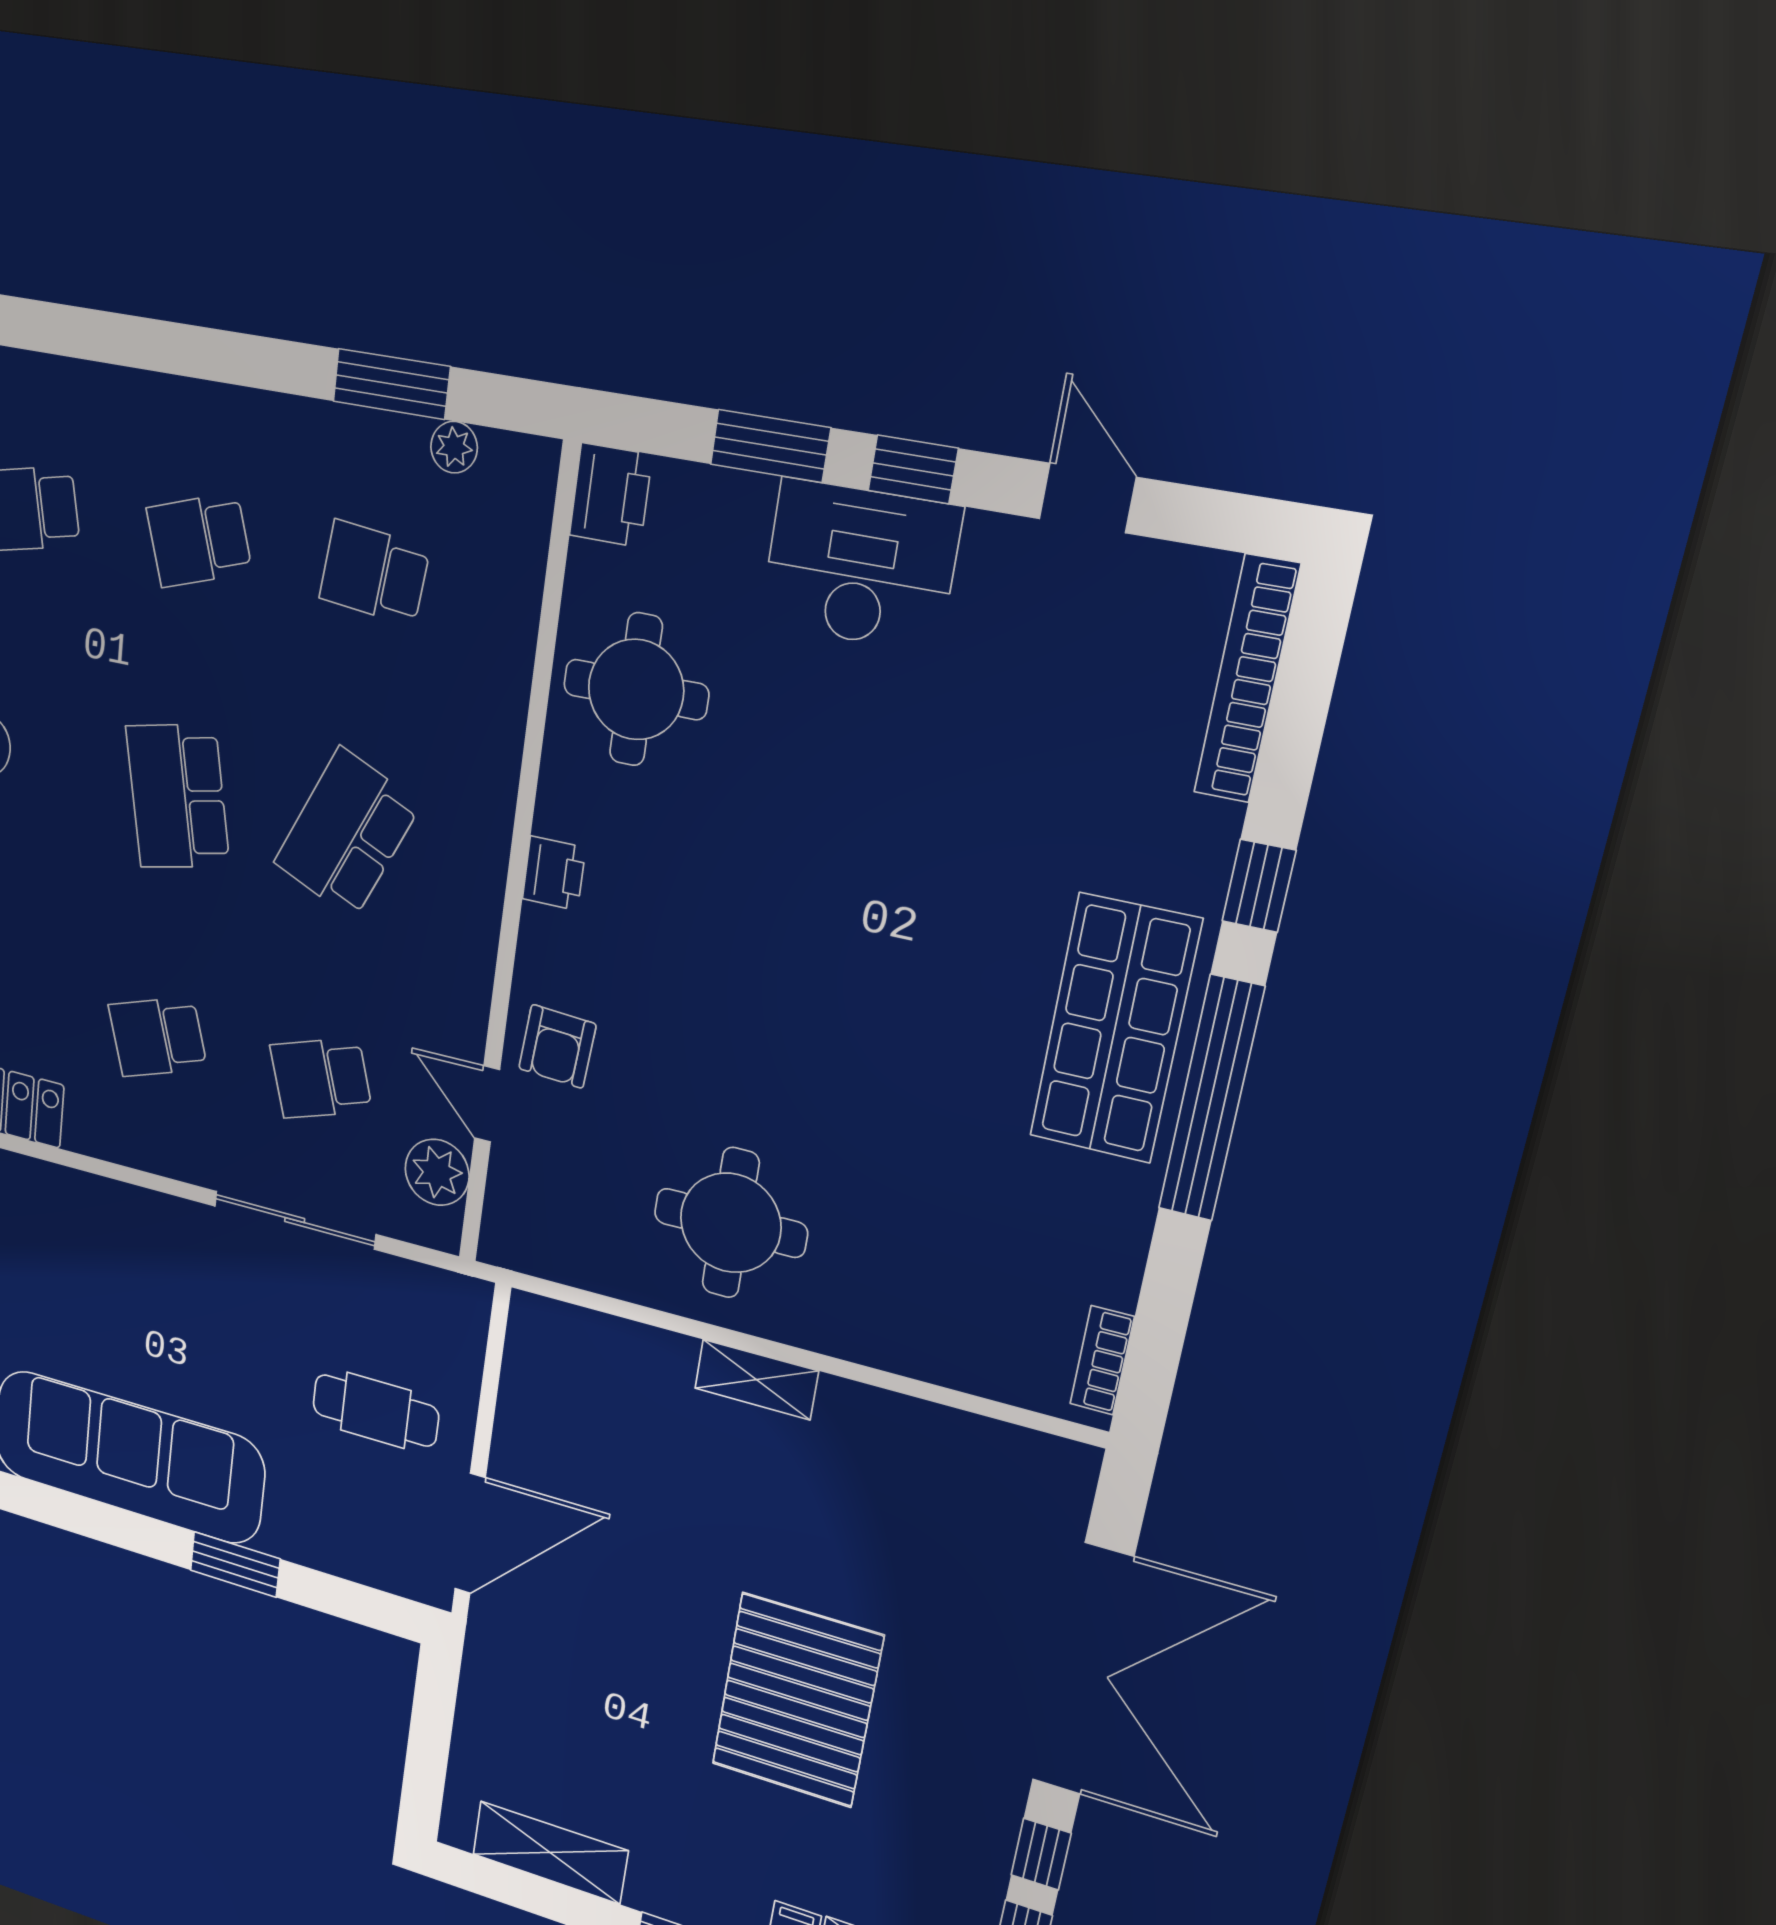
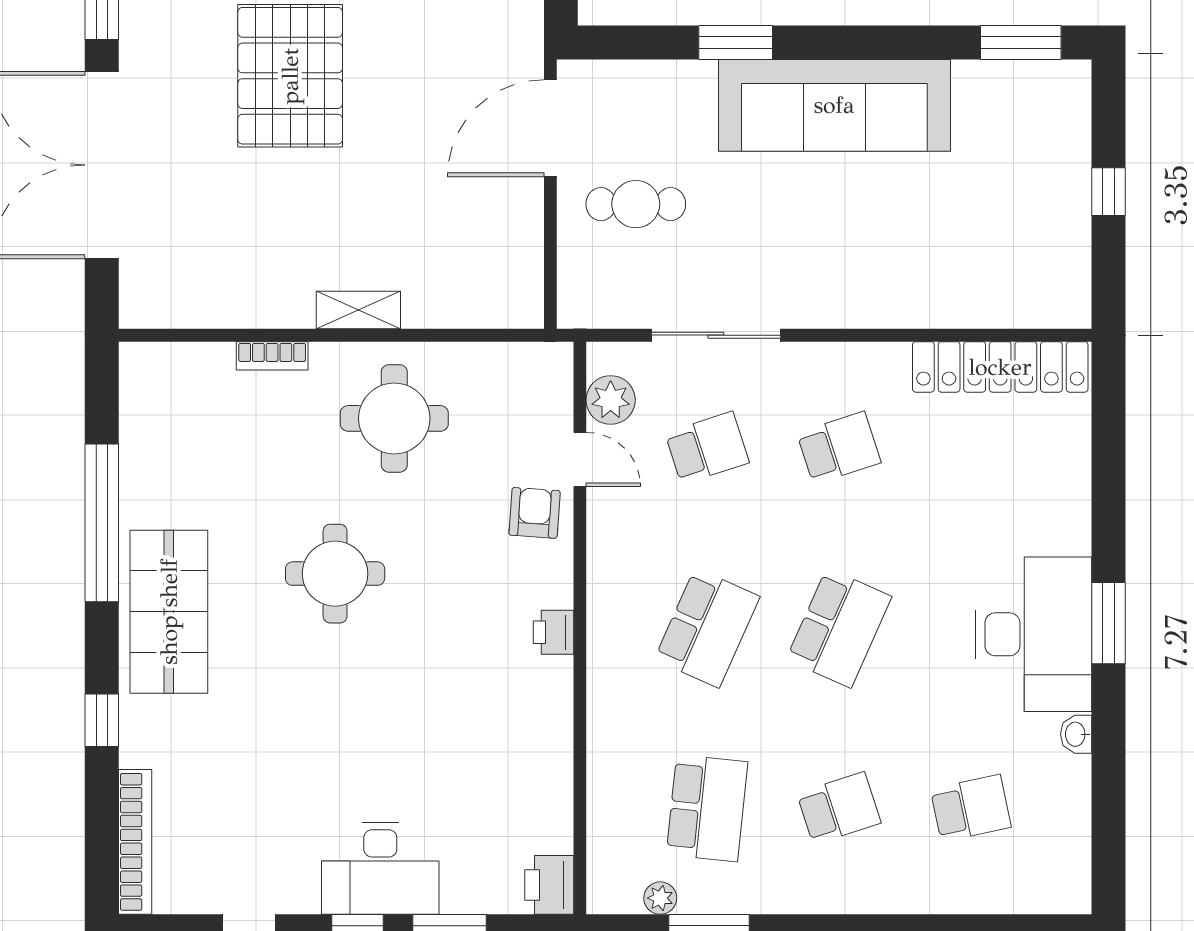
school desk: (374, 573) -> (707, 808), width x1.85
round table: (636, 690) -> (335, 574), moved
school desk: (178, 796) -> (839, 628), turned 36
window: (1211, 1099) -> (102, 523), moved
bookcase: (1102, 1360) -> (272, 356), moved, turned 90

